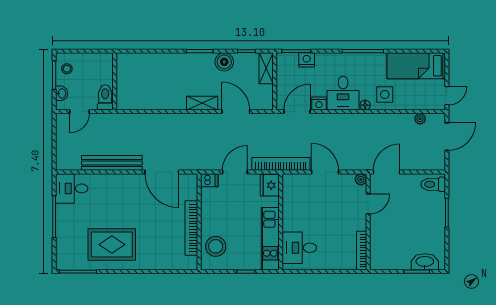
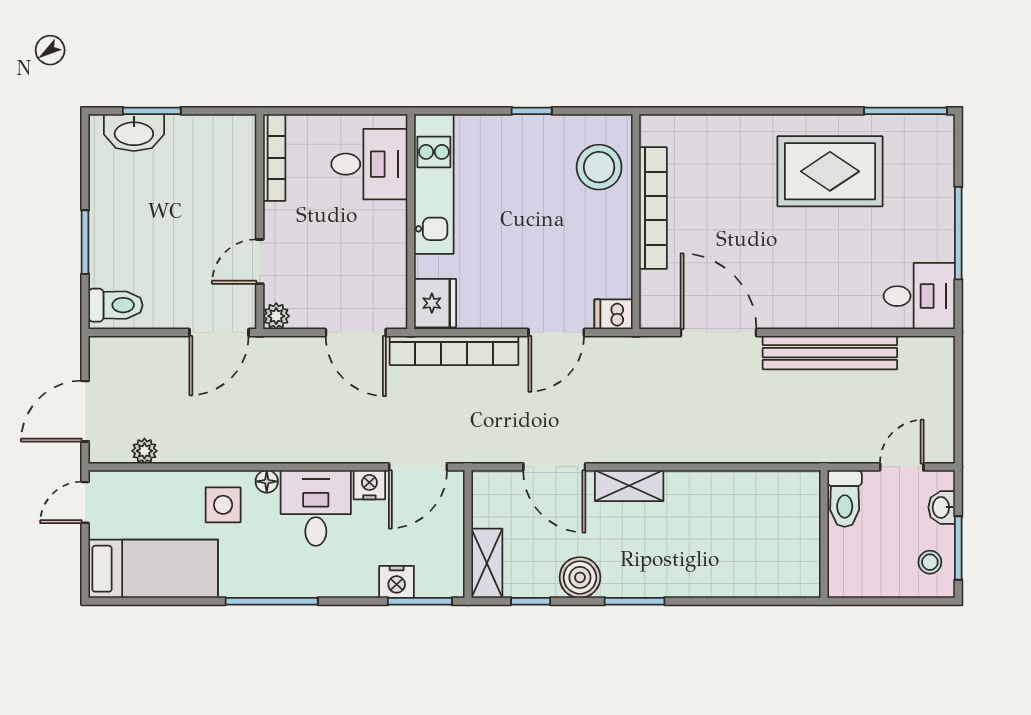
fridge: (270, 185) -> (435, 303), moved
wall: (281, 222) -> (411, 222), moved
kitchen unit: (270, 239) -> (434, 184), moved
desk: (299, 248) -> (369, 164), moved

